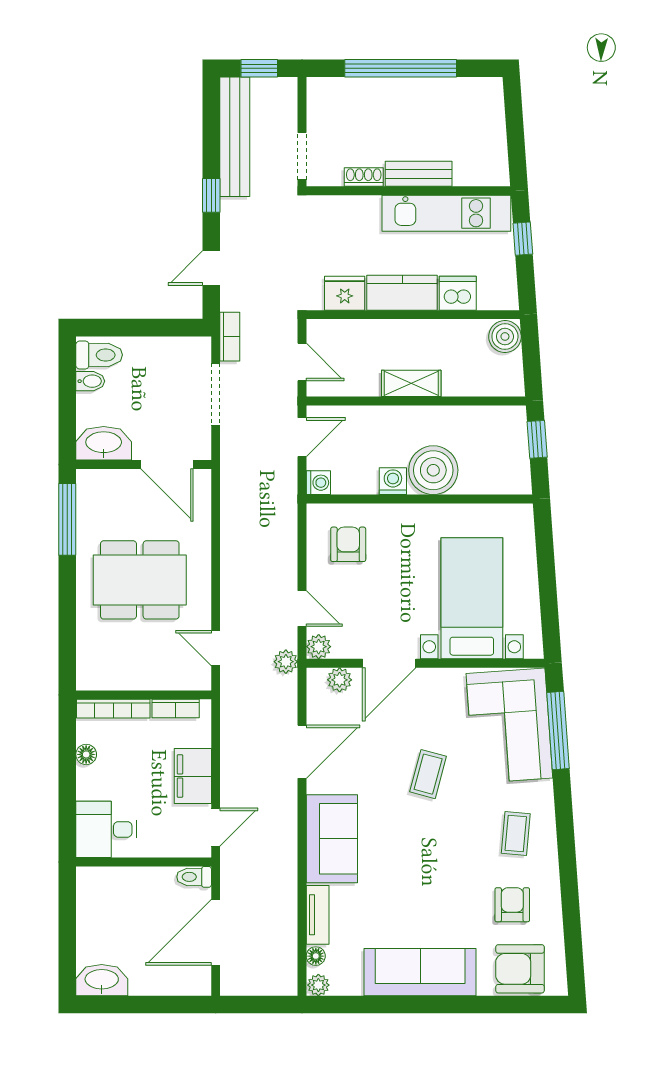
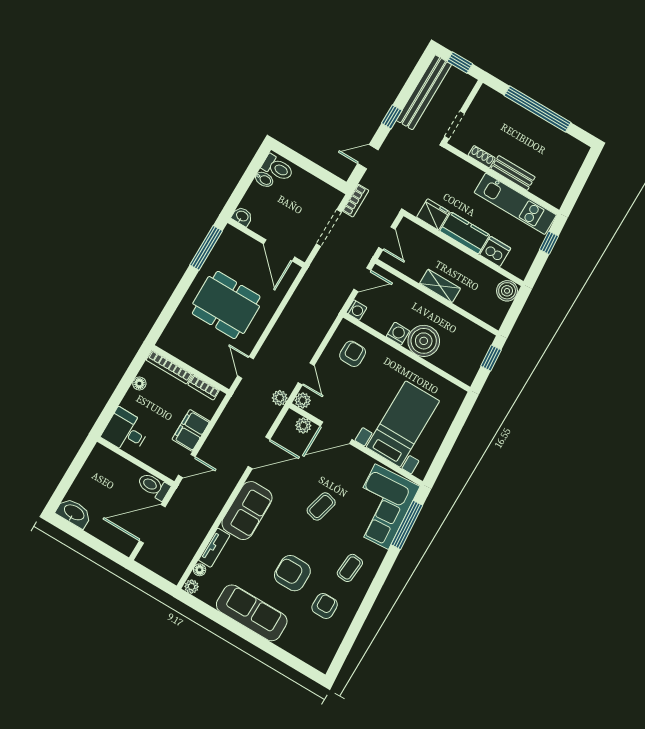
washbasin: (104, 443) -> (242, 216), width x0.52, depth x0.69
toilet: (194, 877) -> (154, 486), width x1.37, depth x1.39
armchair: (520, 969) -> (292, 573), moved

